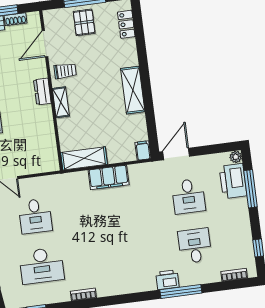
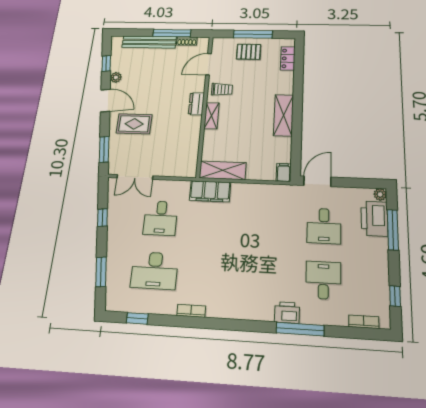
pallet: (84, 22) -> (249, 52), turned 90
filing cabinet: (109, 177) -> (210, 191), moved

